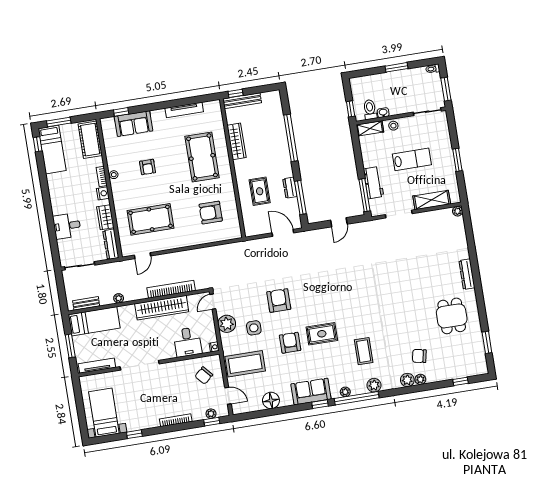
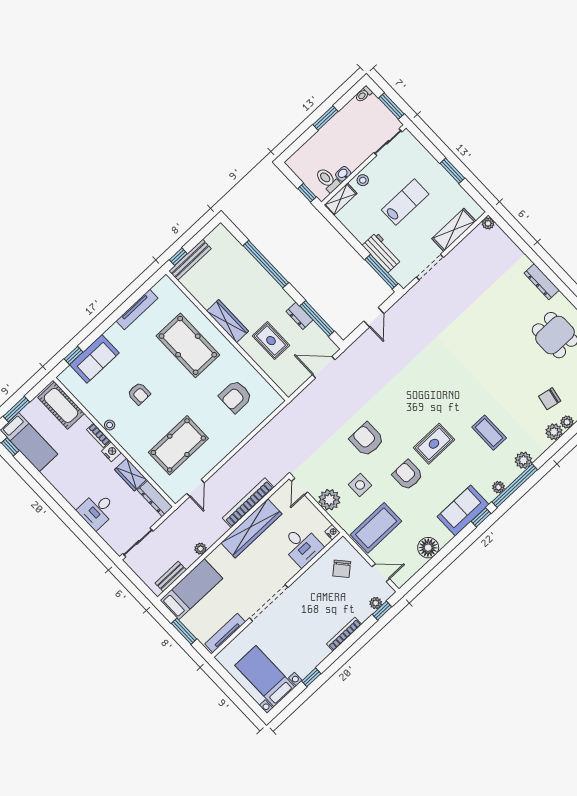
wardrobe: (237, 141) -> (227, 321), moved

